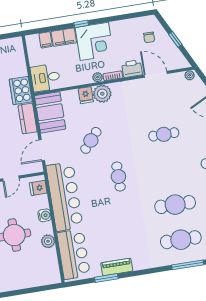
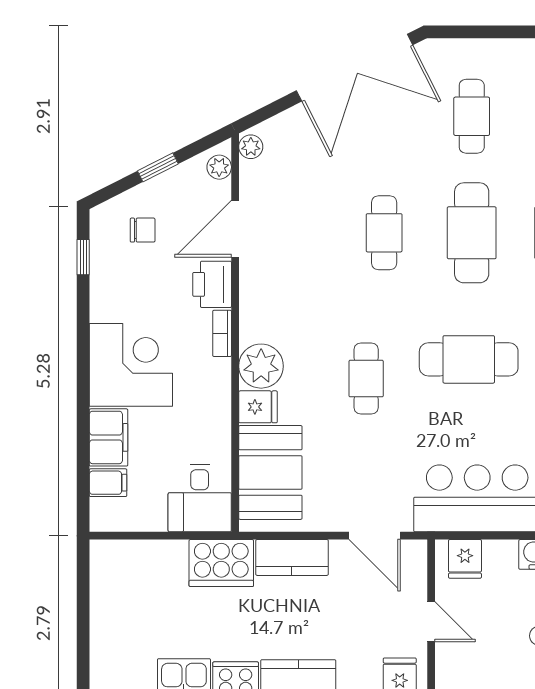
window: (81, 24) -> (83, 257), moved
plant: (98, 77) -> (219, 167), moved
booth: (50, 112) -> (270, 472), moved, turned 90
cafe table: (91, 140) -> (366, 379), moved, turned 49
cafe table: (169, 169) -> (472, 233), added
cafe table: (118, 177) -> (469, 359), width x1.37, depth x1.35

